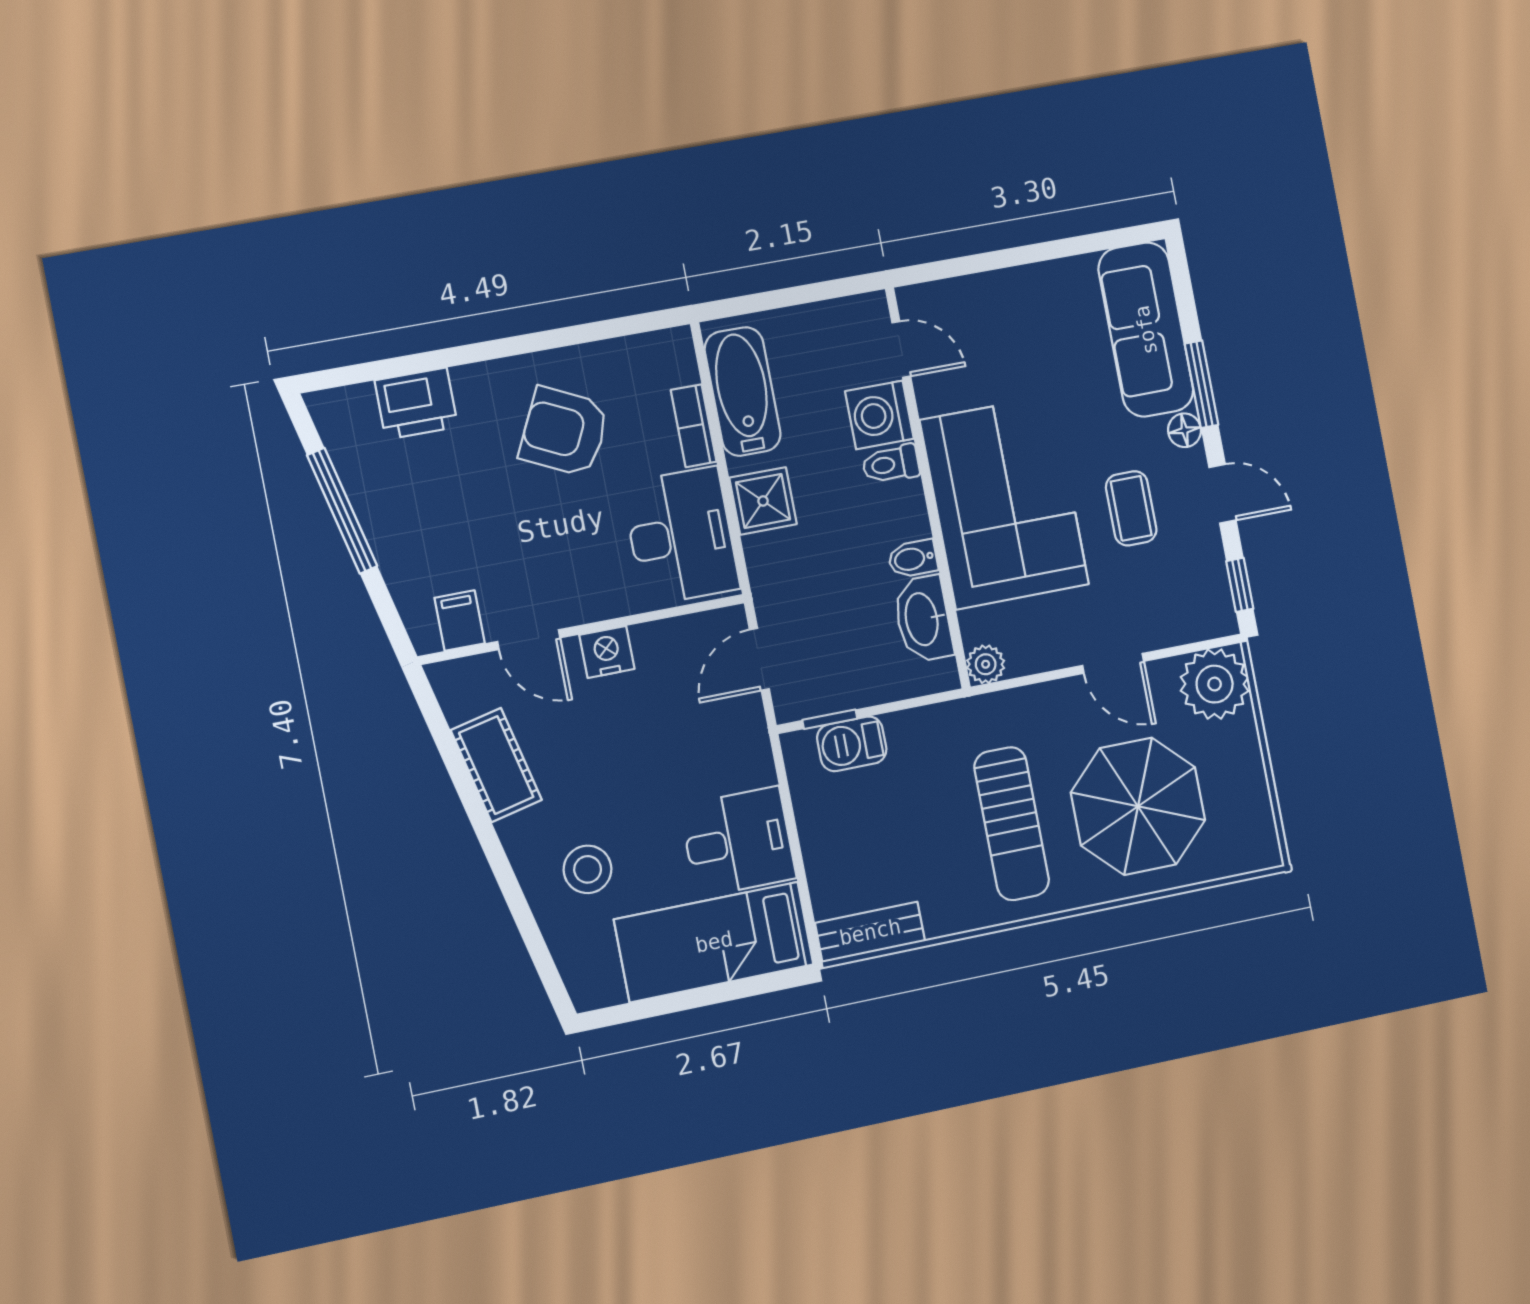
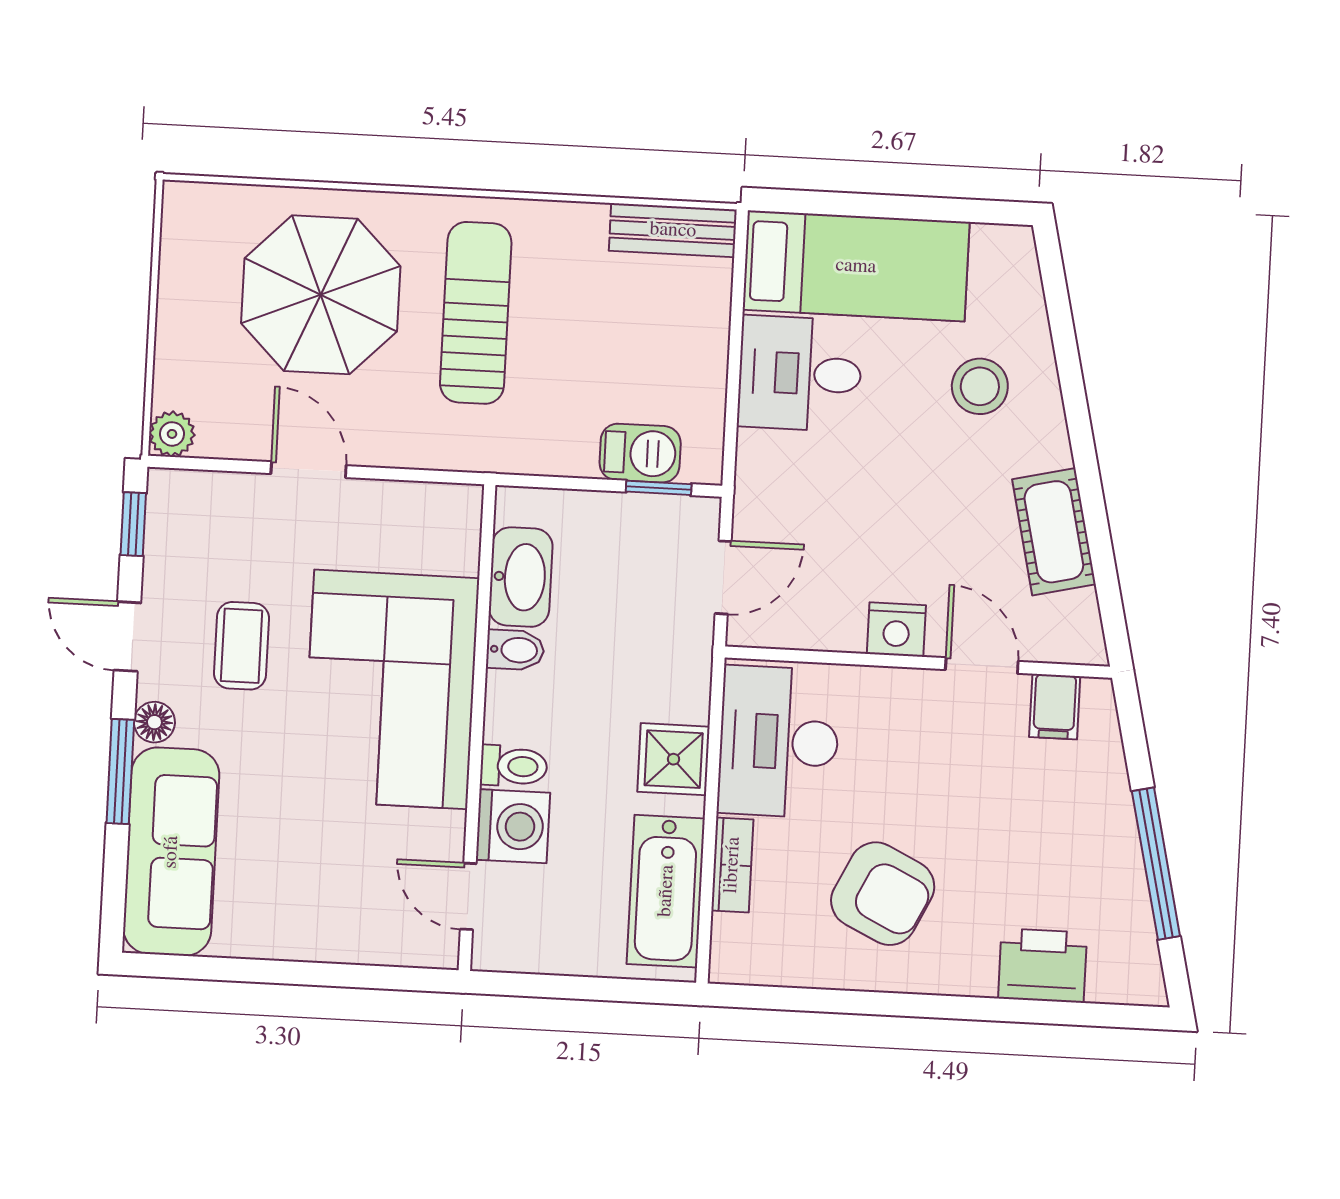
plant: (986, 664) -> (460, 506), removed
plant: (1215, 684) -> (172, 434), width x0.53, depth x0.53

